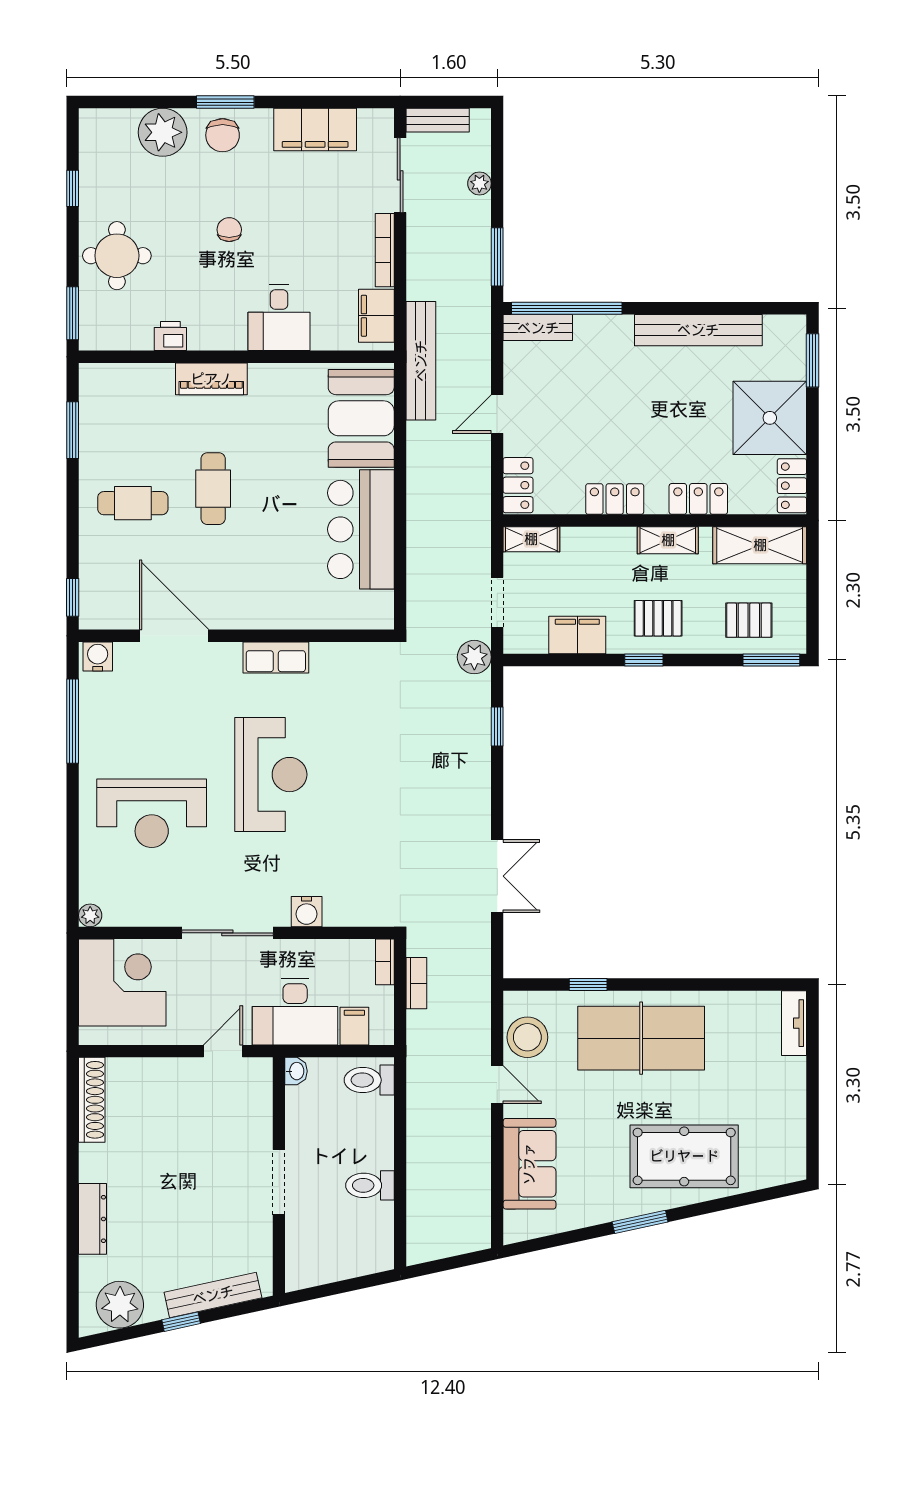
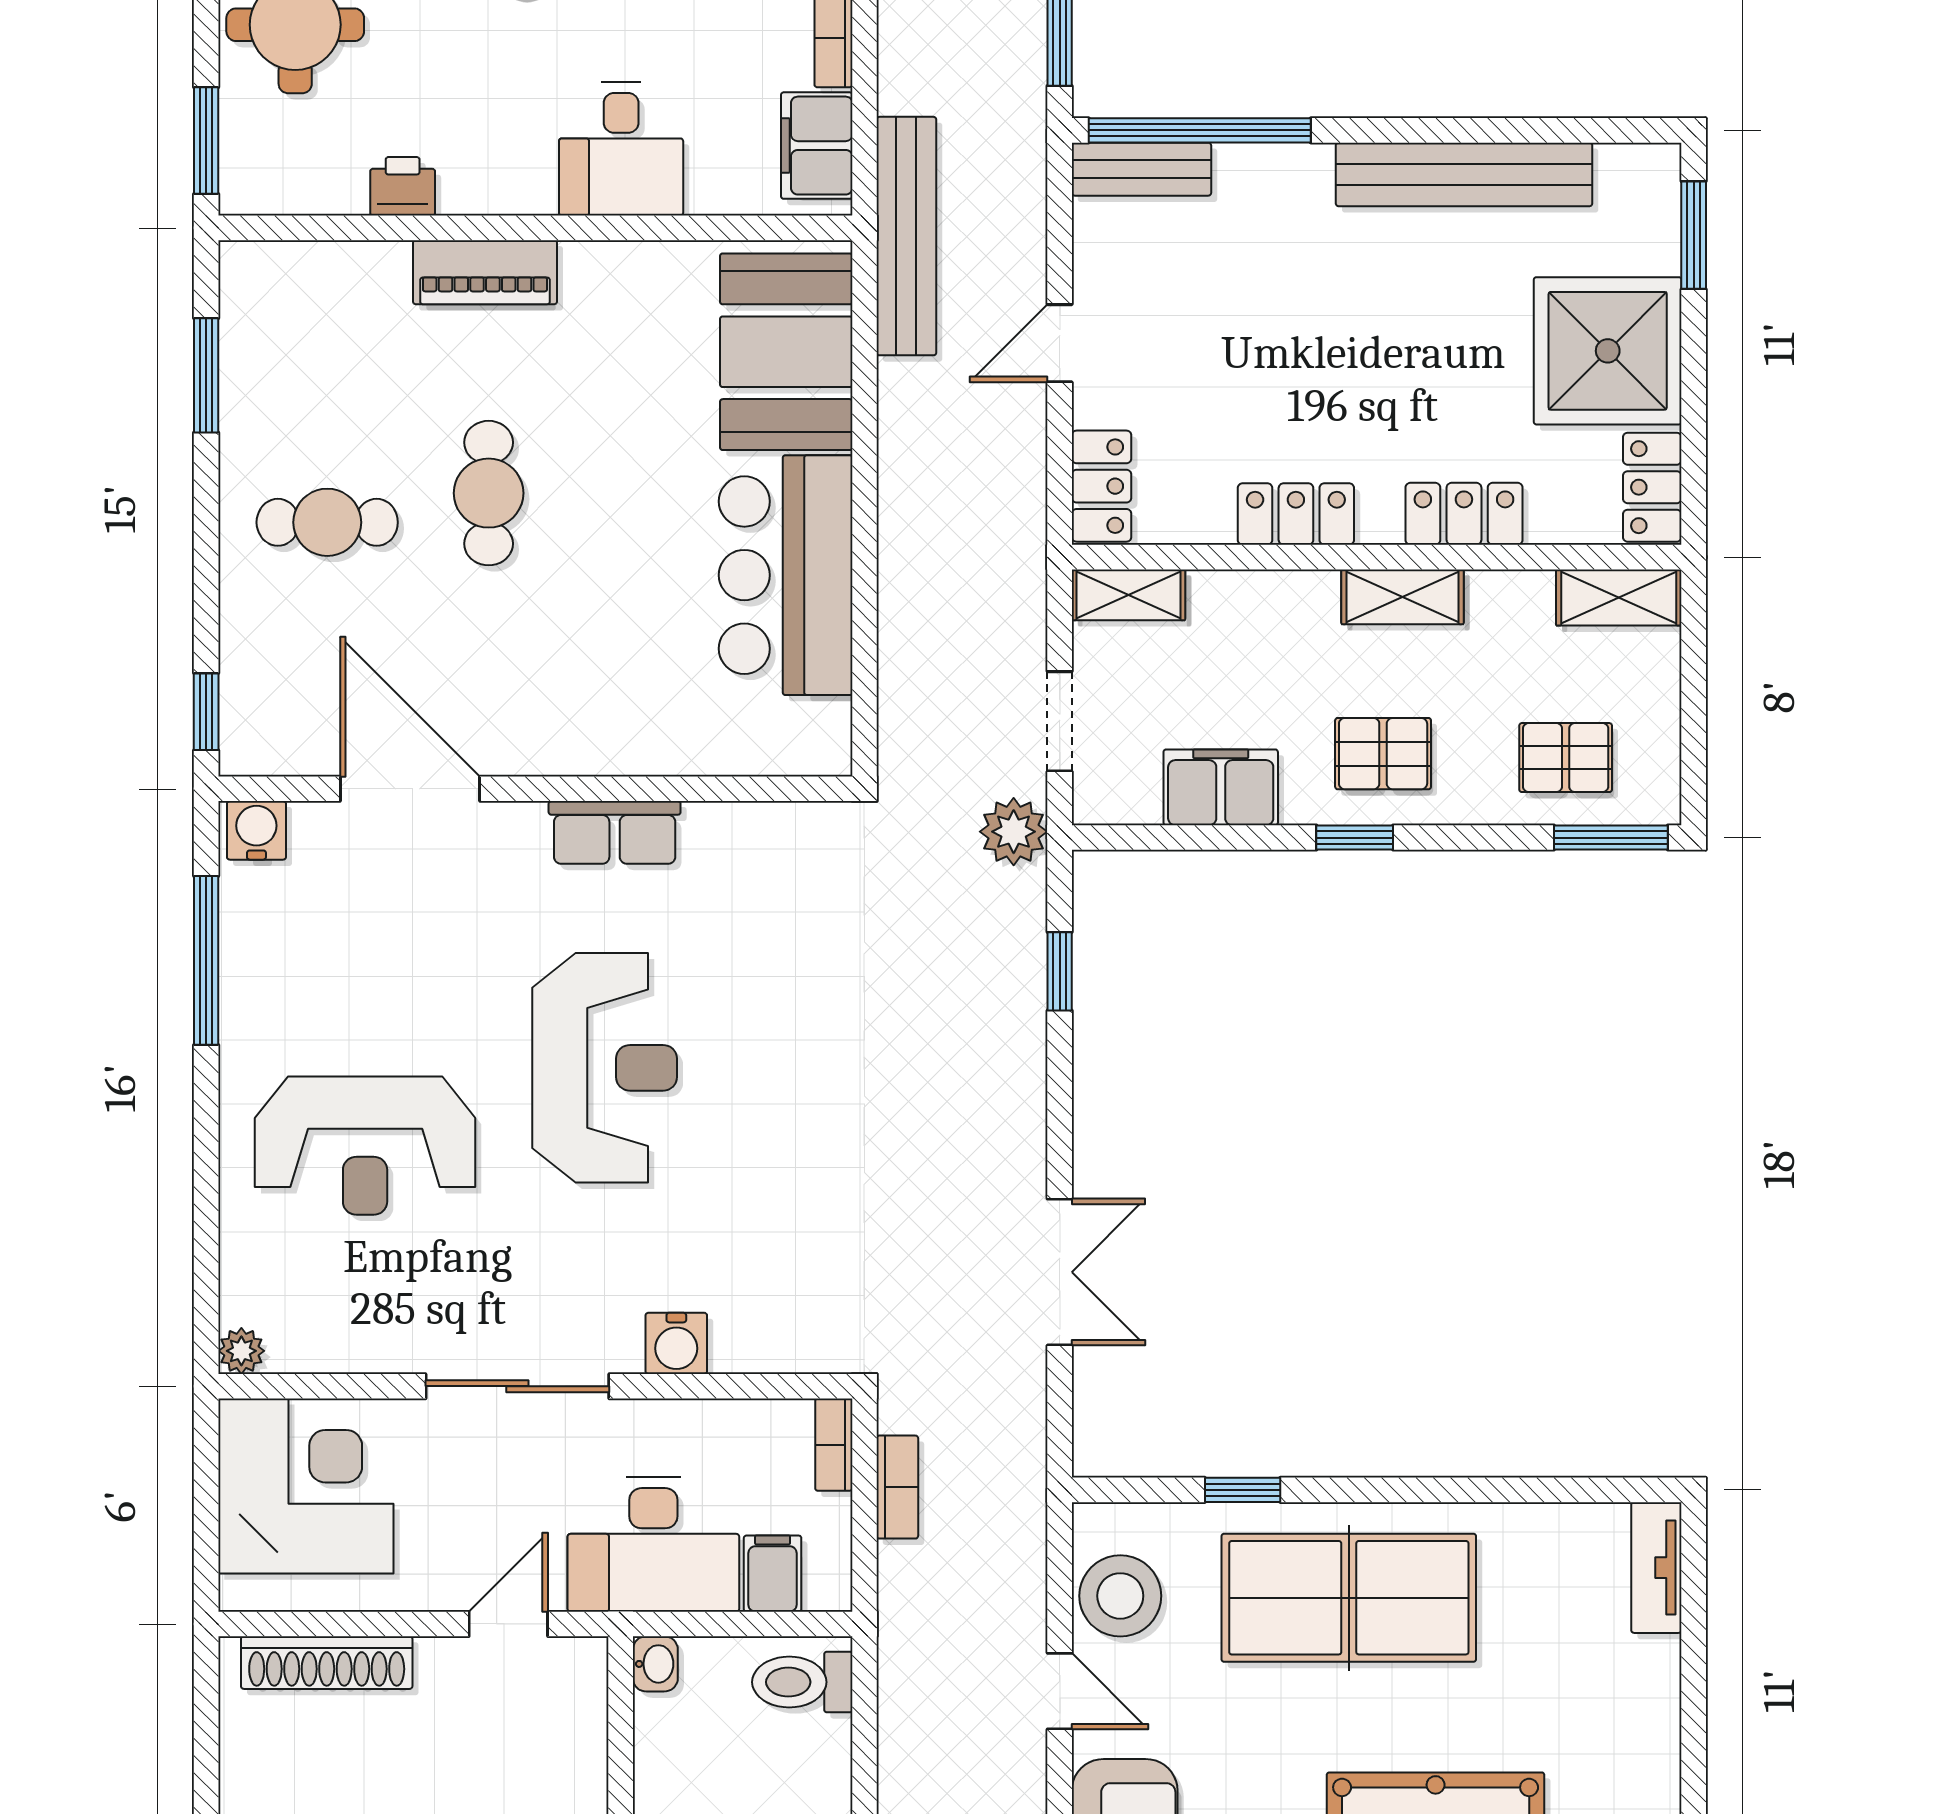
shelving: (760, 545) -> (1619, 598), width x0.67, depth x0.75
shoe rack: (92, 1100) -> (327, 1663), moved, turned 90

